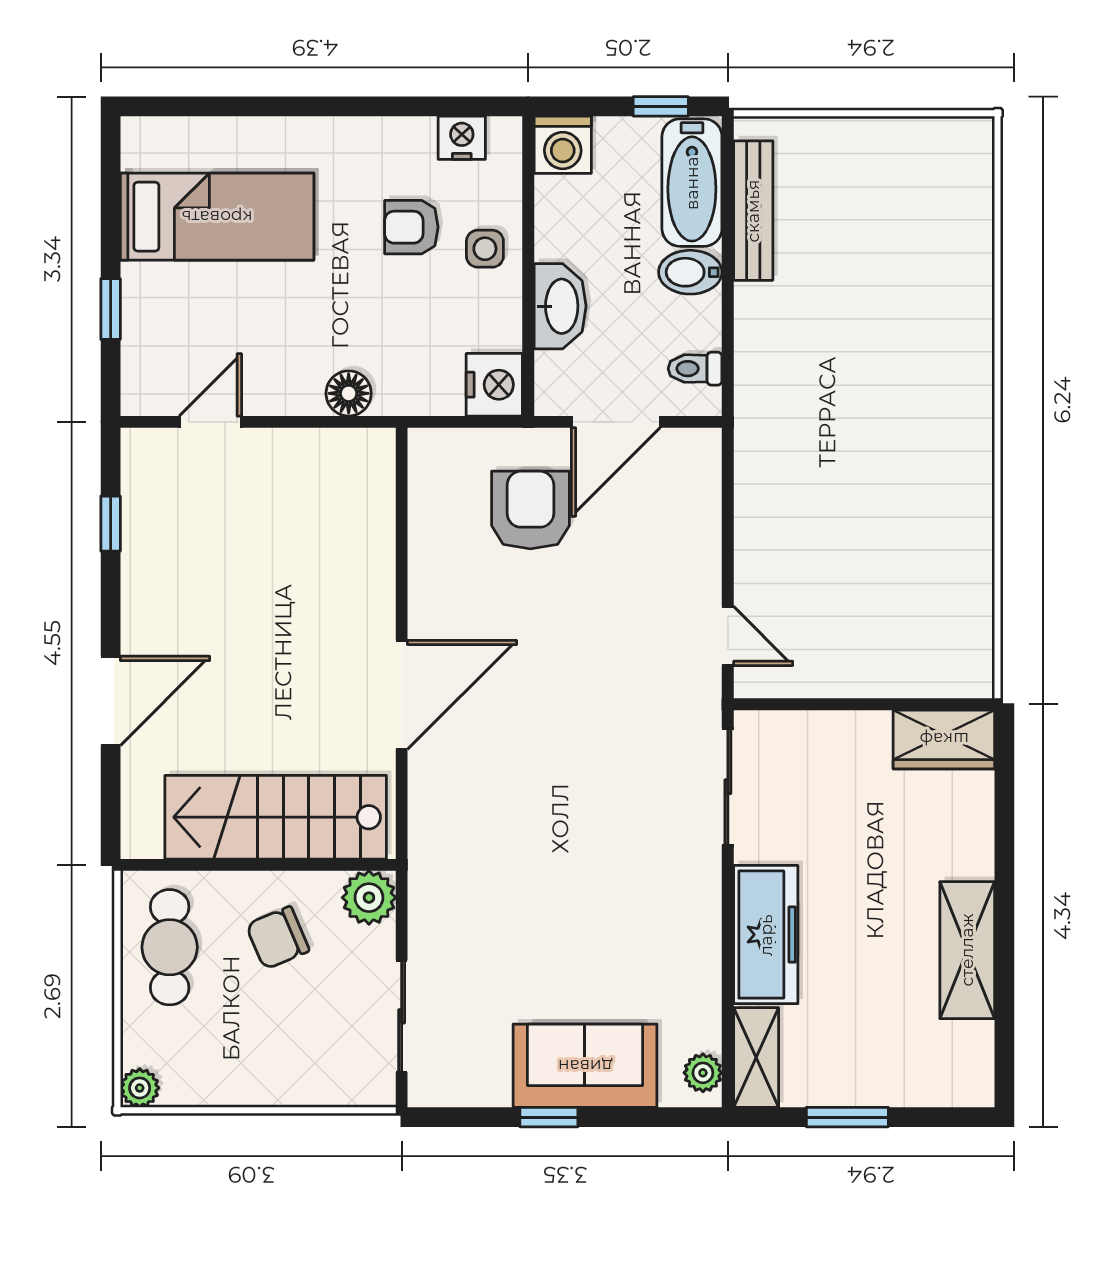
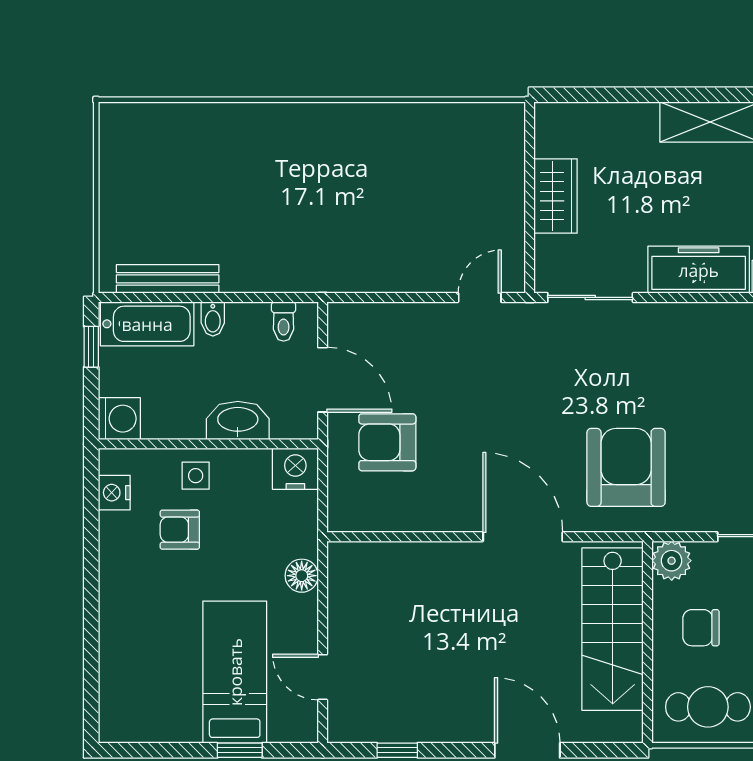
bed: (217, 217) -> (235, 672), moved
armchair: (411, 227) -> (180, 530), turned 90
bidet: (690, 272) -> (213, 319), width x0.72, depth x0.74
wardrobe: (944, 739) -> (556, 196), moved
armchair: (496, 836) -> (626, 467), added
chair: (278, 938) -> (701, 628), turned 113

